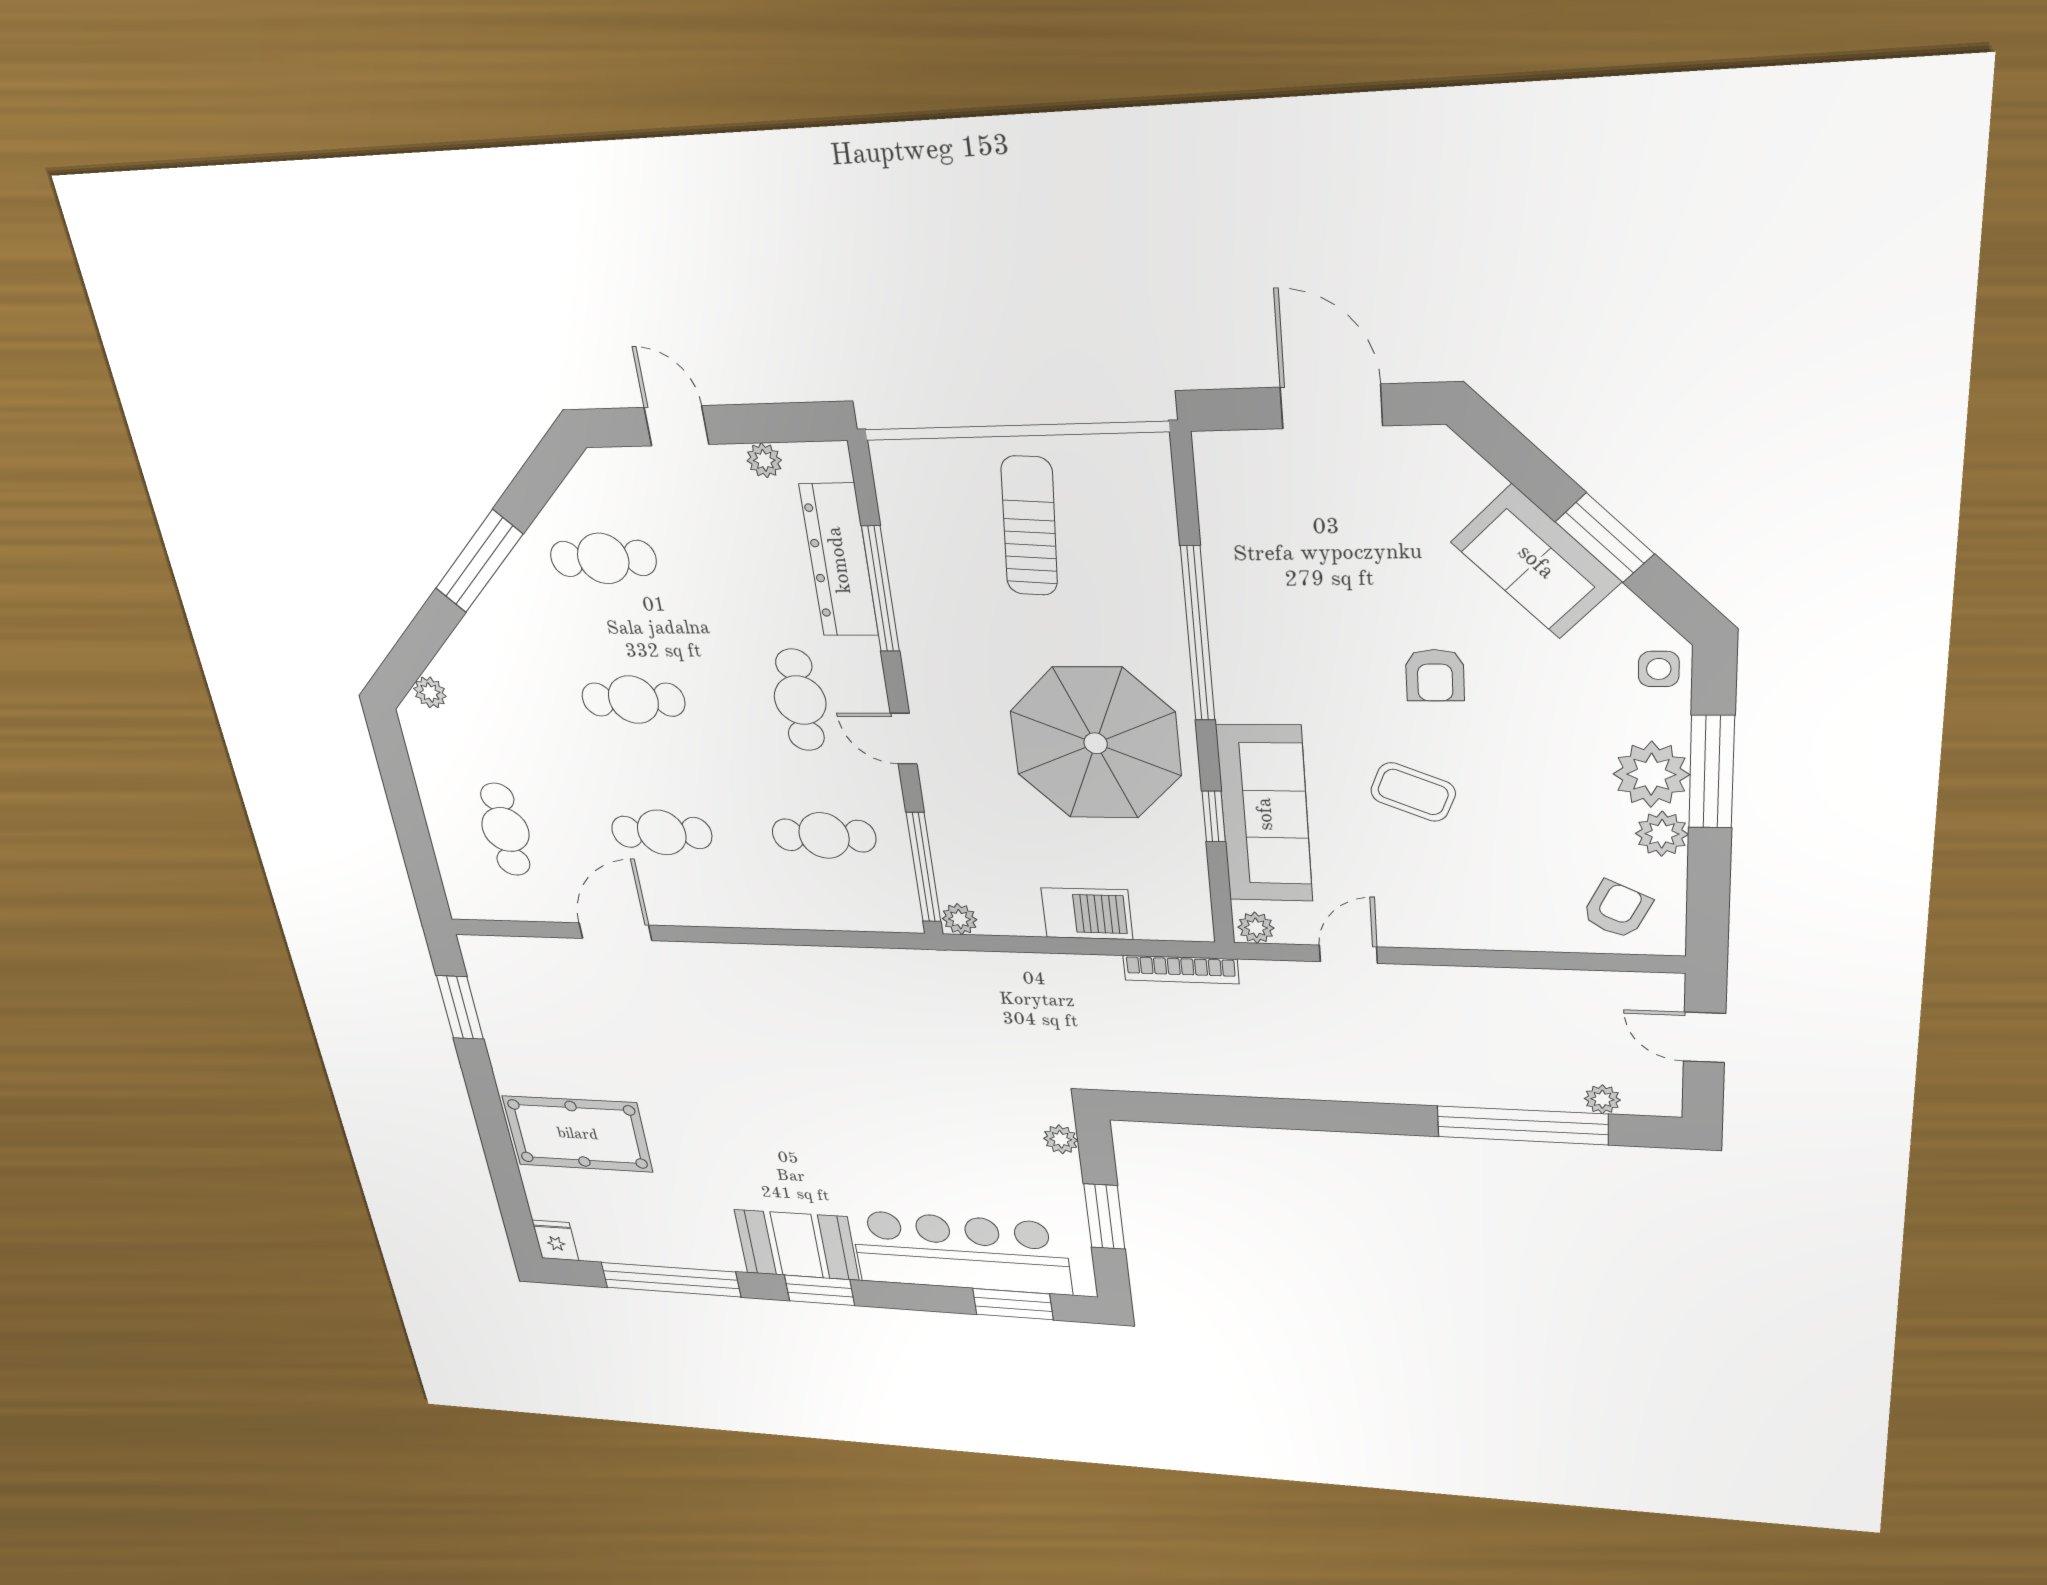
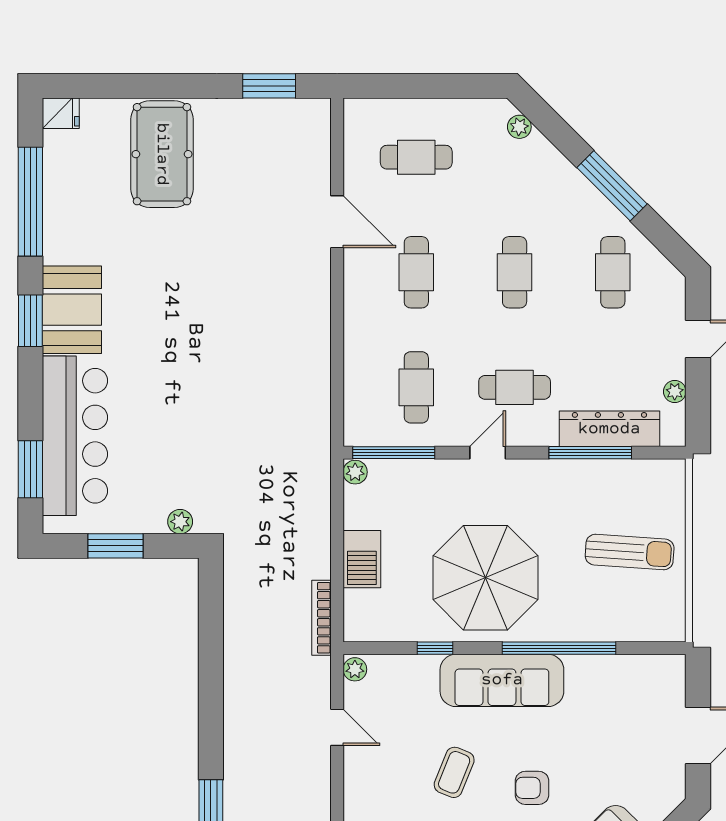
sofa: (1265, 814) -> (502, 680), moved

